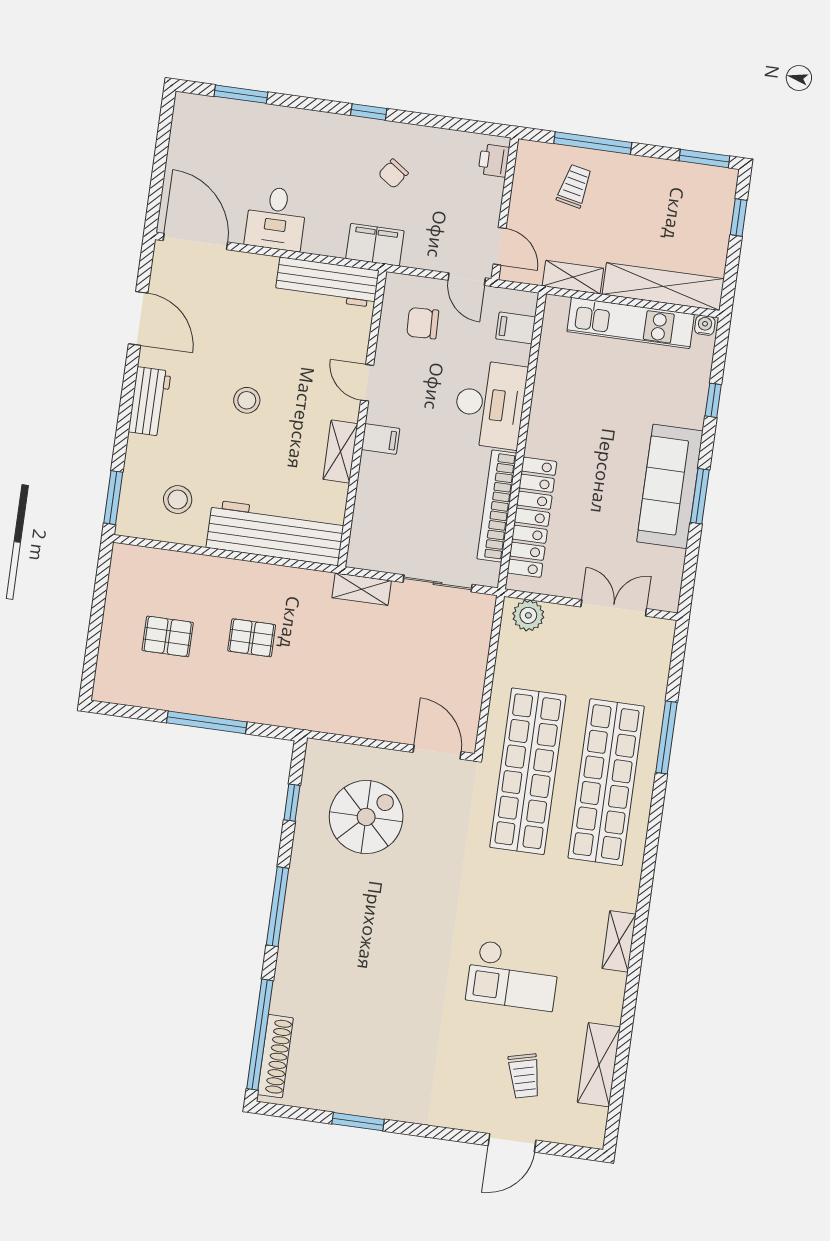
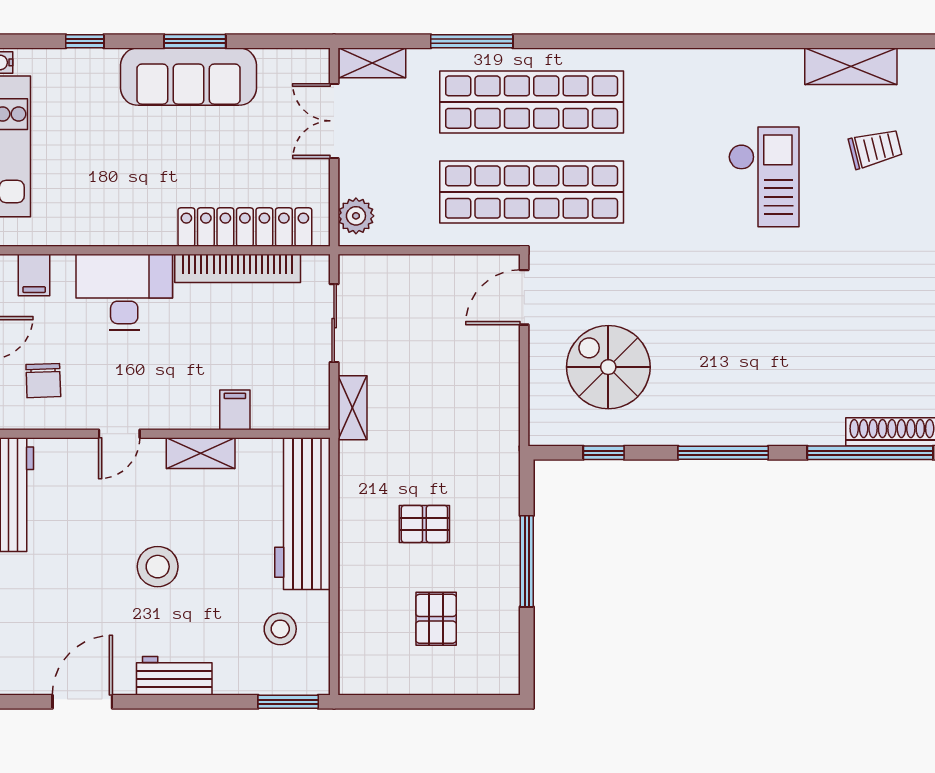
stool: (247, 400) -> (158, 567), width x1.38, depth x1.38
filing cabinet: (381, 439) -> (235, 410), moved
pallet: (252, 638) -> (424, 524), turned 90
shelving: (619, 941) -> (372, 63), moved

